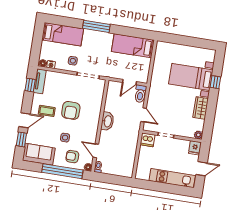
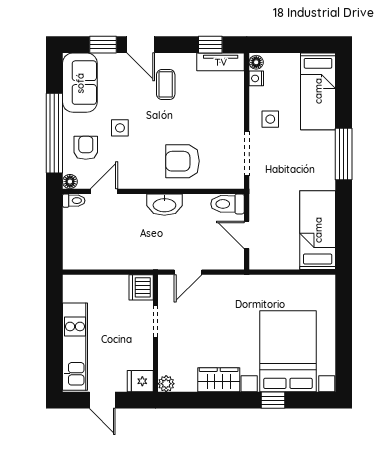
bed with nightstands: (191, 77) -> (288, 351), width x1.36
toilet: (140, 94) -> (227, 204), moved
armchair: (71, 110) -> (182, 161), moved

